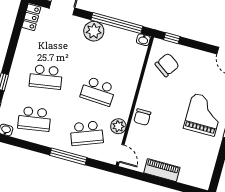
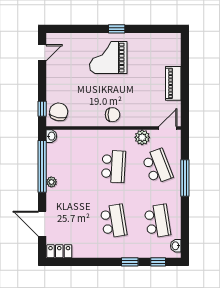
plant: (94, 31) -> (51, 182), width x0.53, depth x0.53
chair: (167, 65) -> (59, 112), moved, turned 65
chair: (142, 117) -> (113, 115), moved

